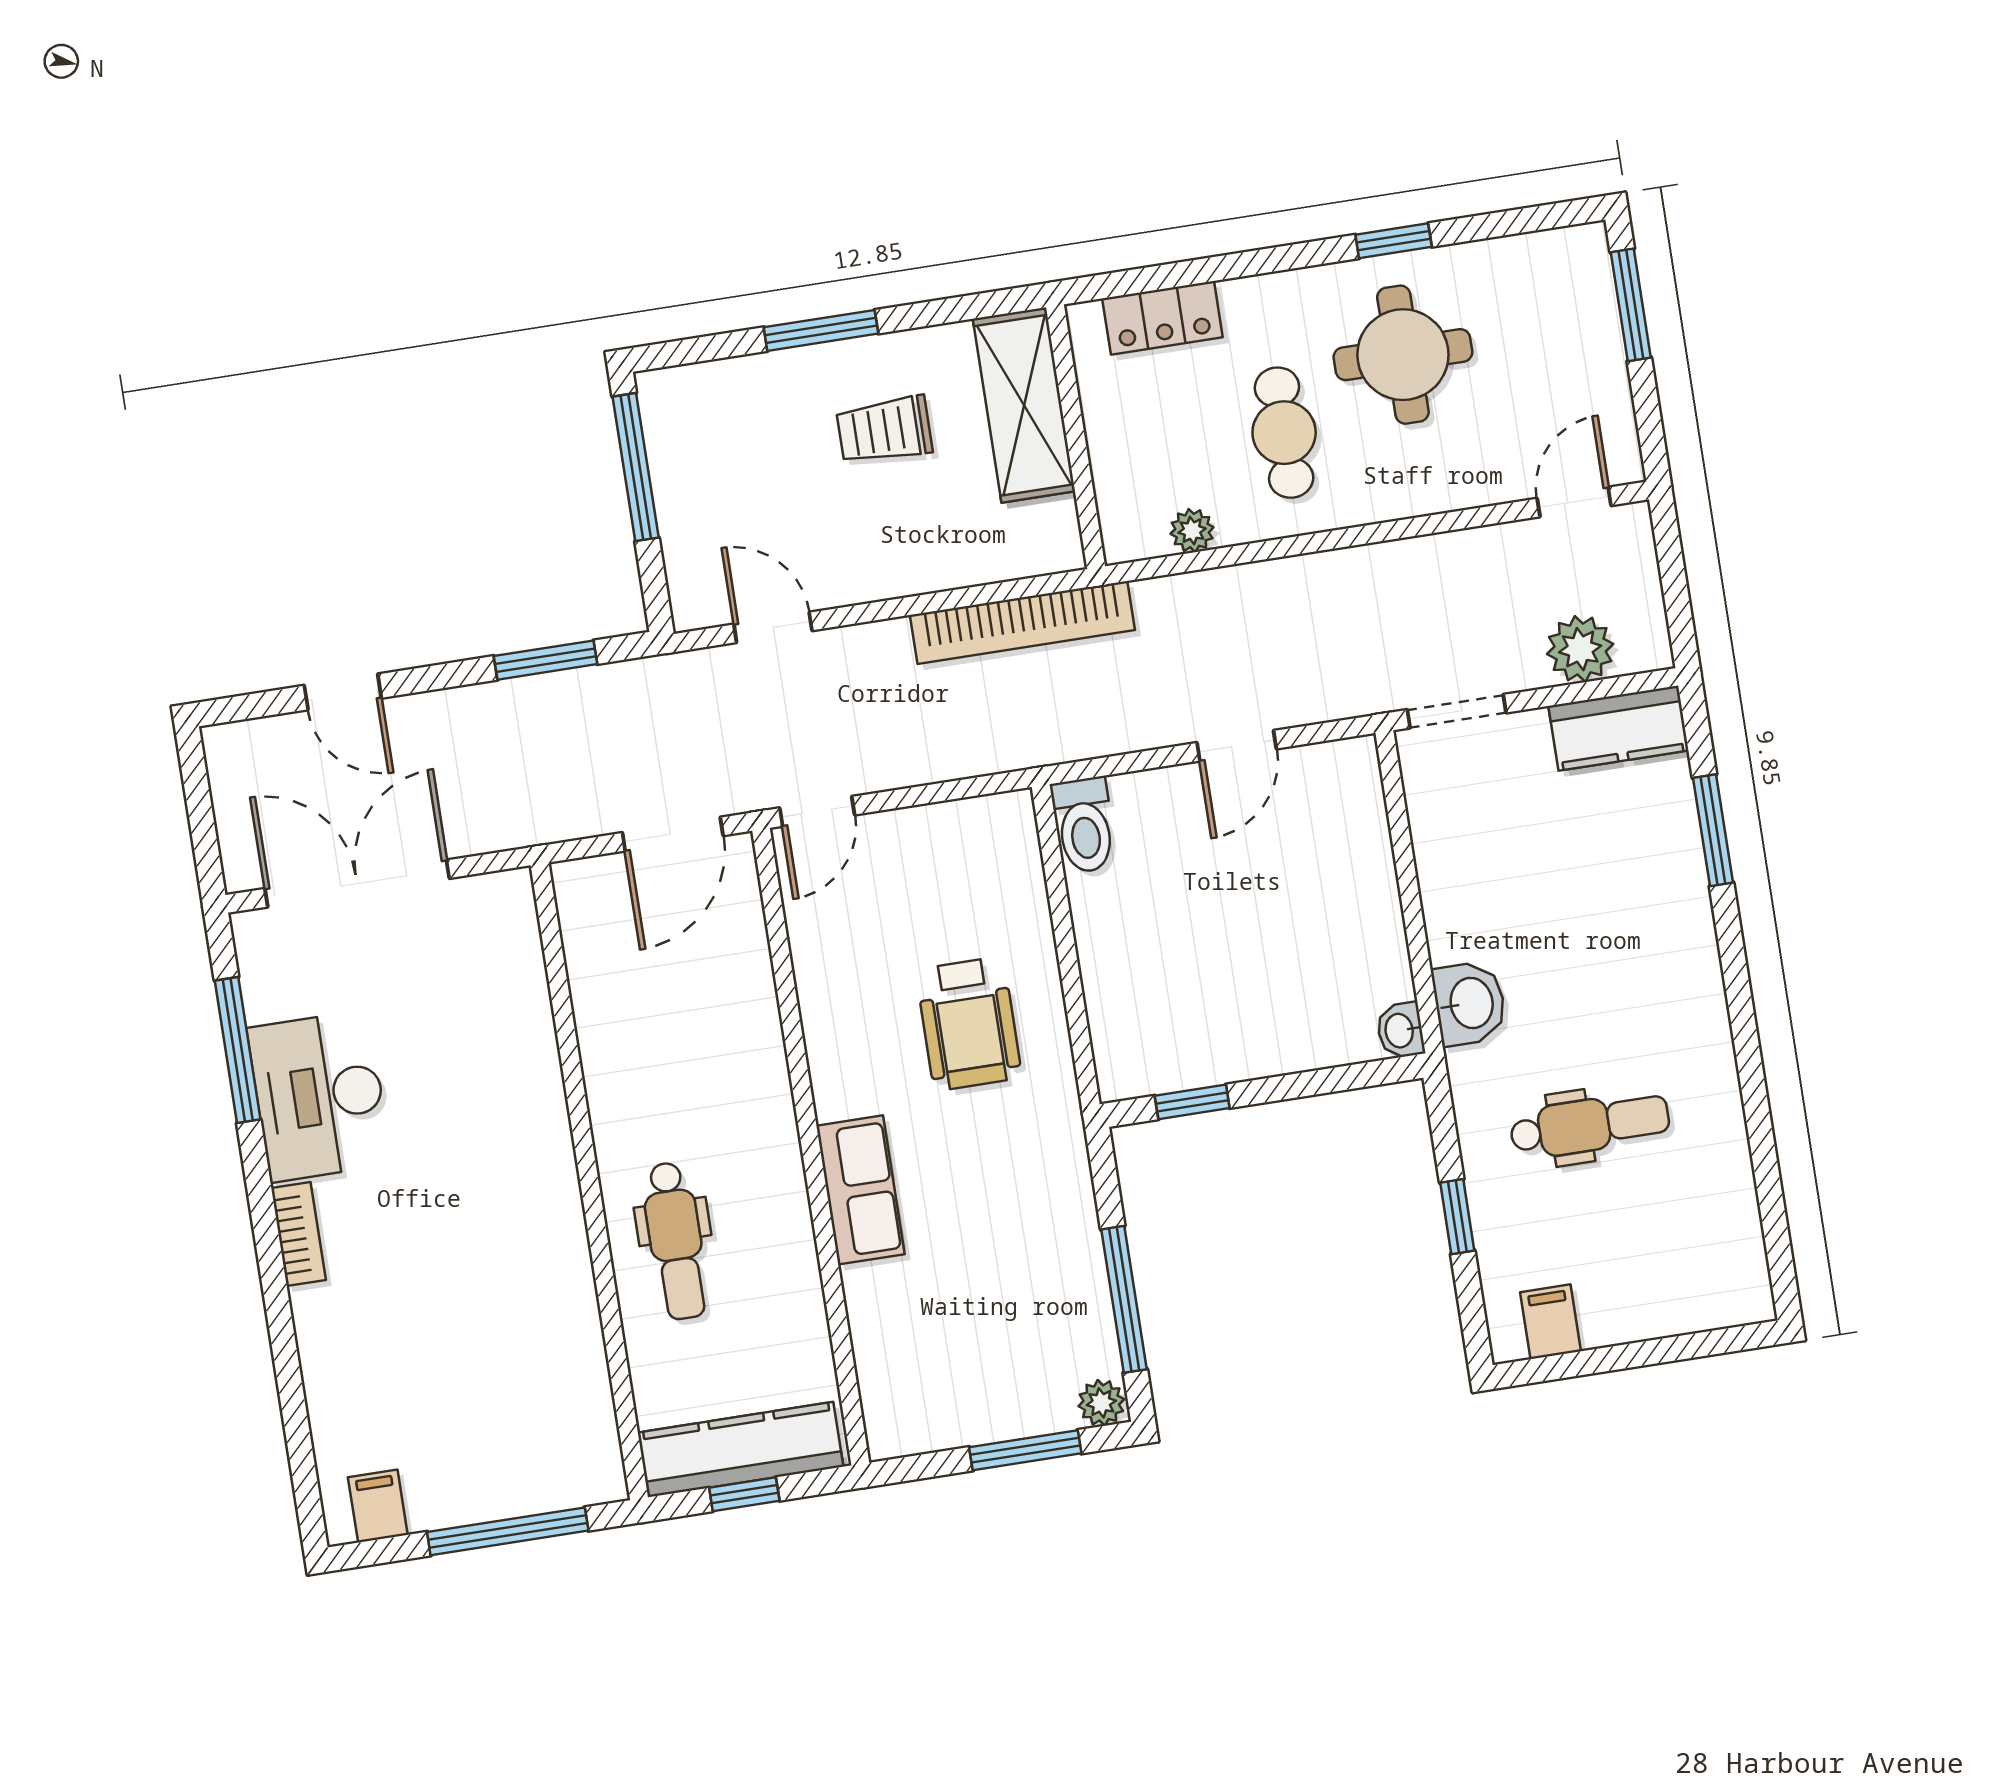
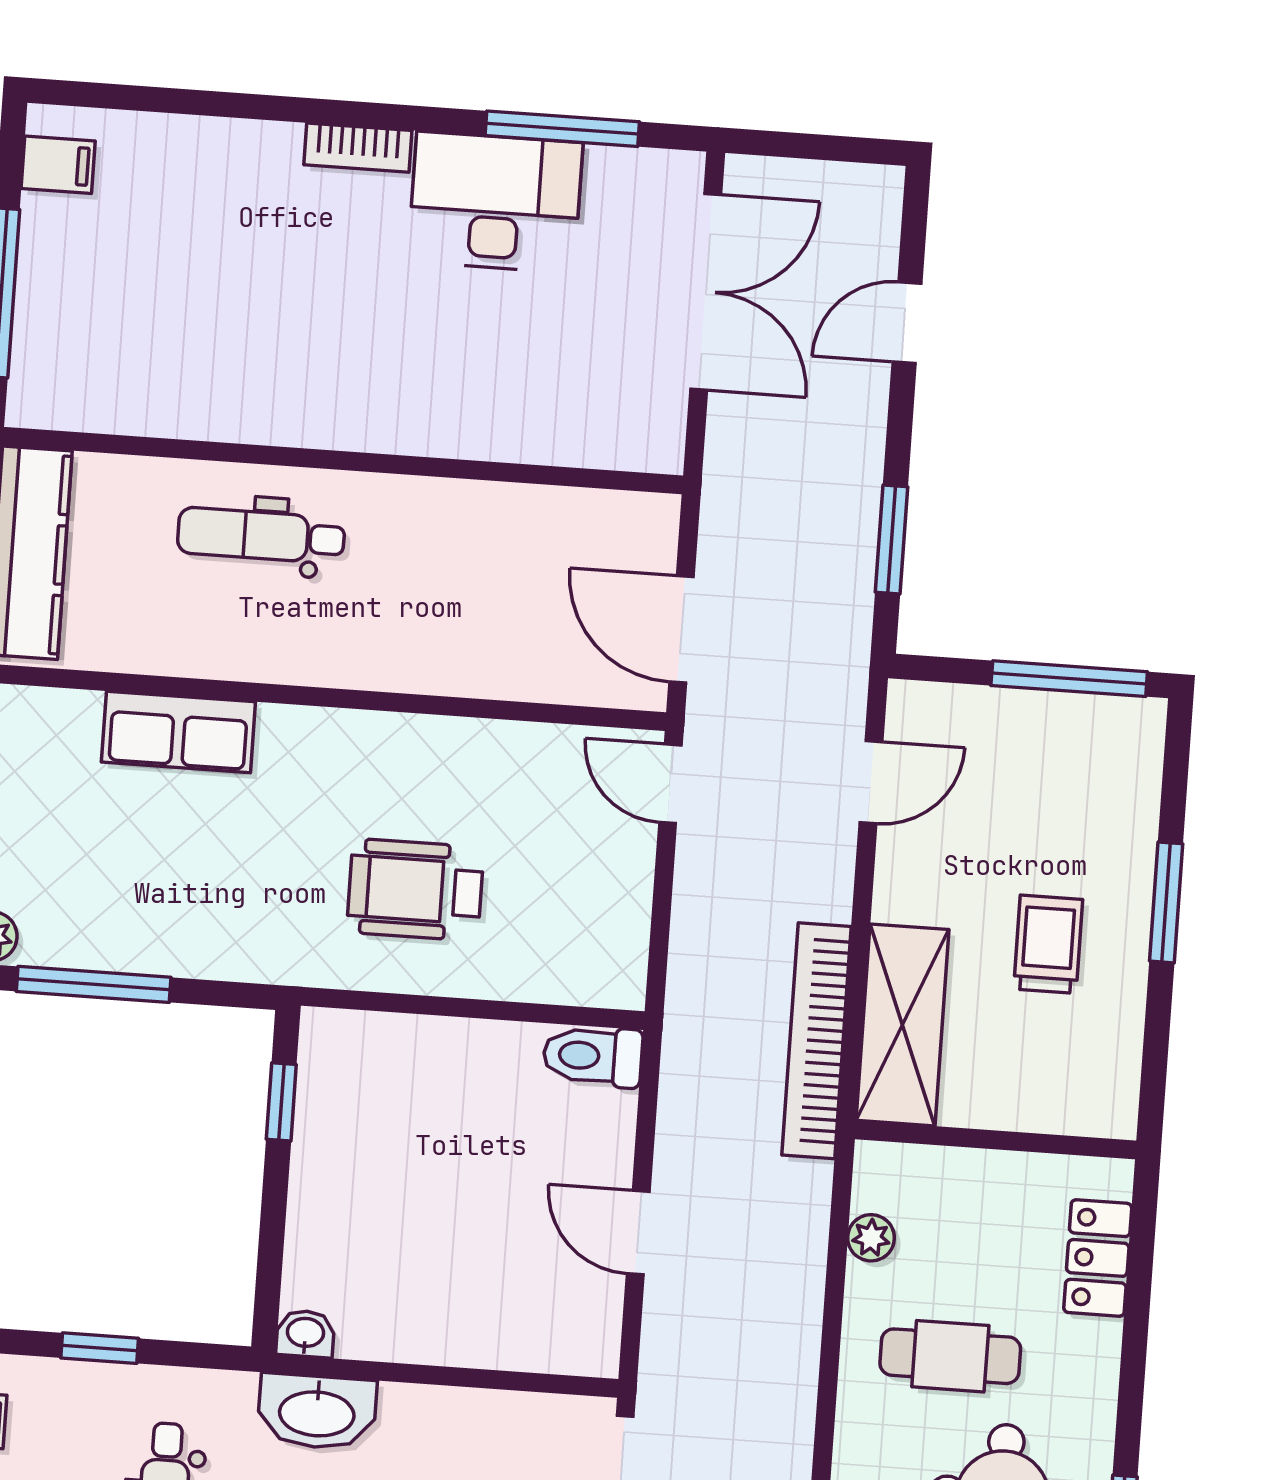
shelving: (1024, 405) -> (902, 1025), moved, turned 90
washbasin: (1470, 1003) -> (317, 1412), width x1.38
row of seats: (861, 1190) -> (178, 732), moved

